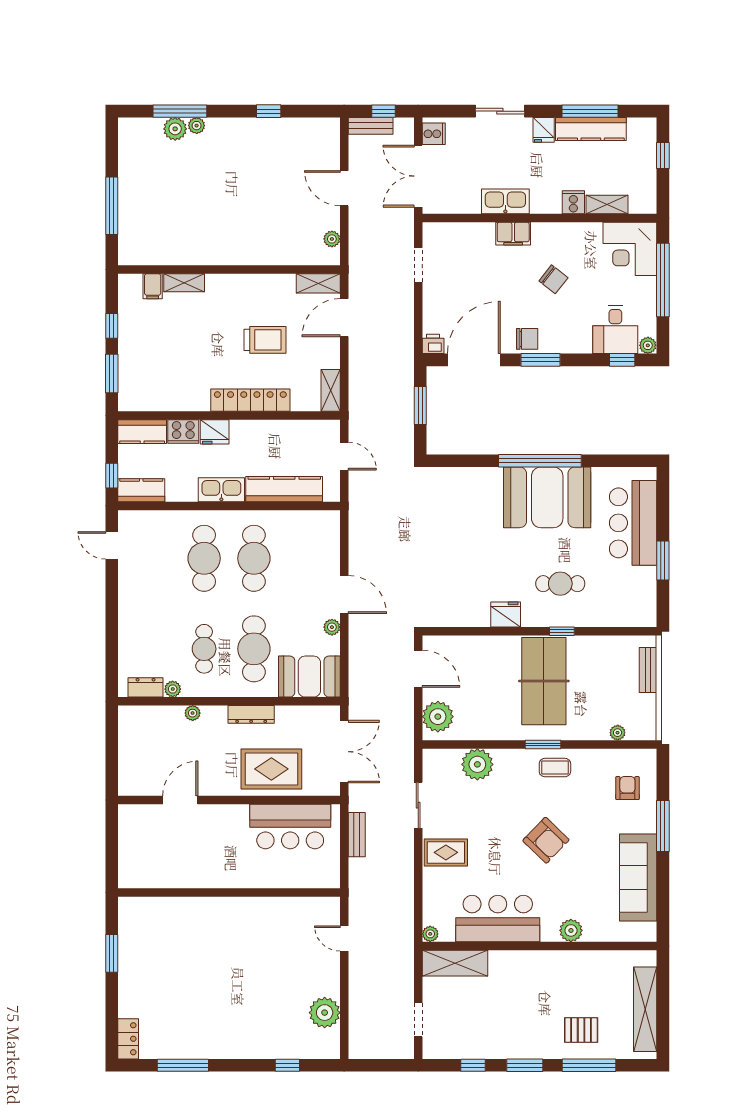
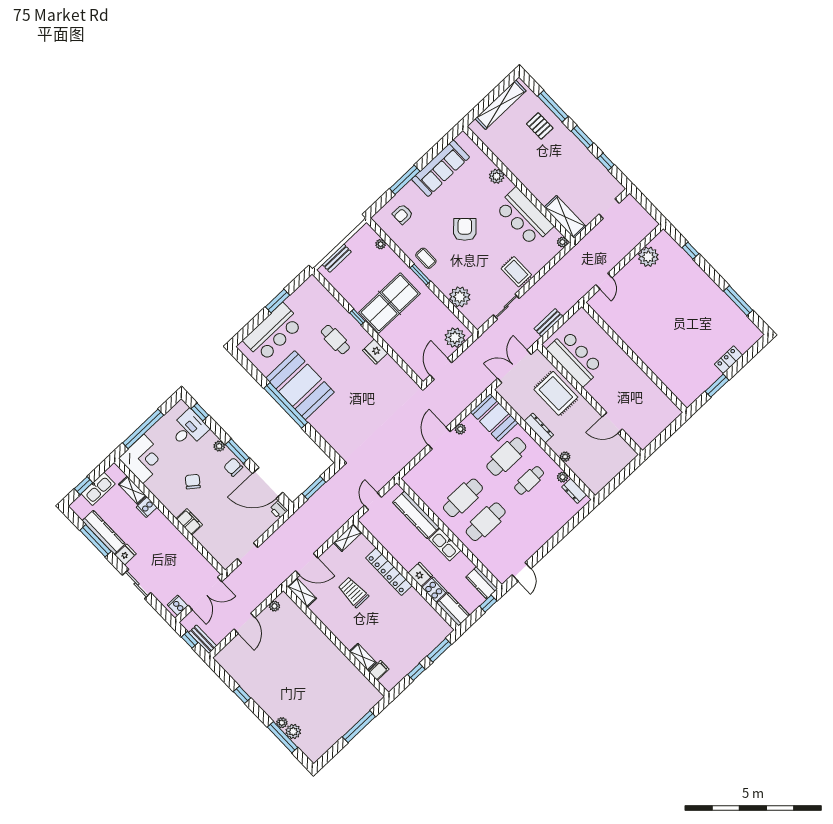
kitchen sink: (505, 201) -> (98, 489), moved, turned -90
plant: (648, 345) -> (219, 446), moved
locker: (128, 1039) -> (729, 360), moved

